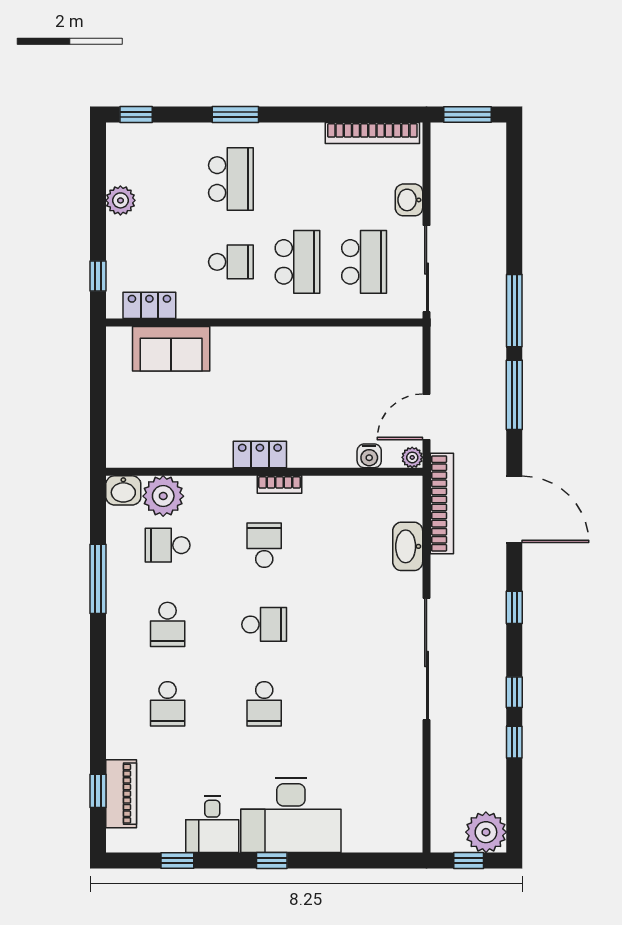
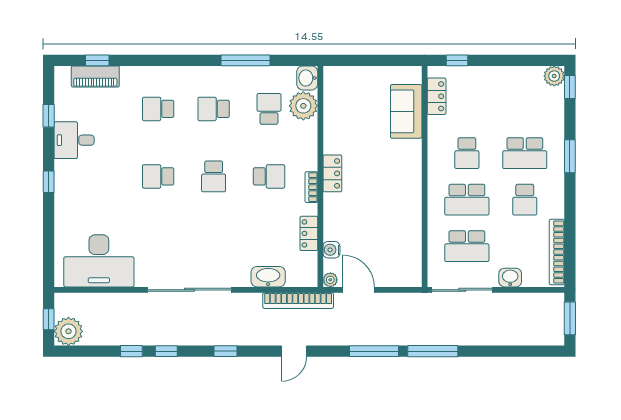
school desk: (297, 179) -> (525, 200), added
plant: (120, 200) -> (554, 76), moved
locker: (346, 488) -> (309, 233), added
door: (514, 509) -> (294, 351), width x0.53
desk: (291, 815) -> (99, 261), moved, turned -90

